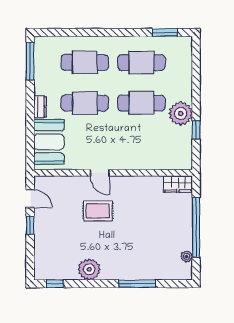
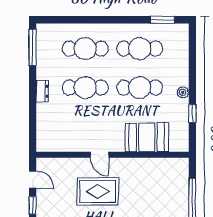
plant: (181, 113) -> (183, 92), width x0.53, depth x0.53
booth: (49, 142) -> (147, 137), moved, turned 90
wardrobe: (178, 184) -> (175, 166), removed
rug: (98, 211) -> (98, 191), width x1.36, depth x1.43

